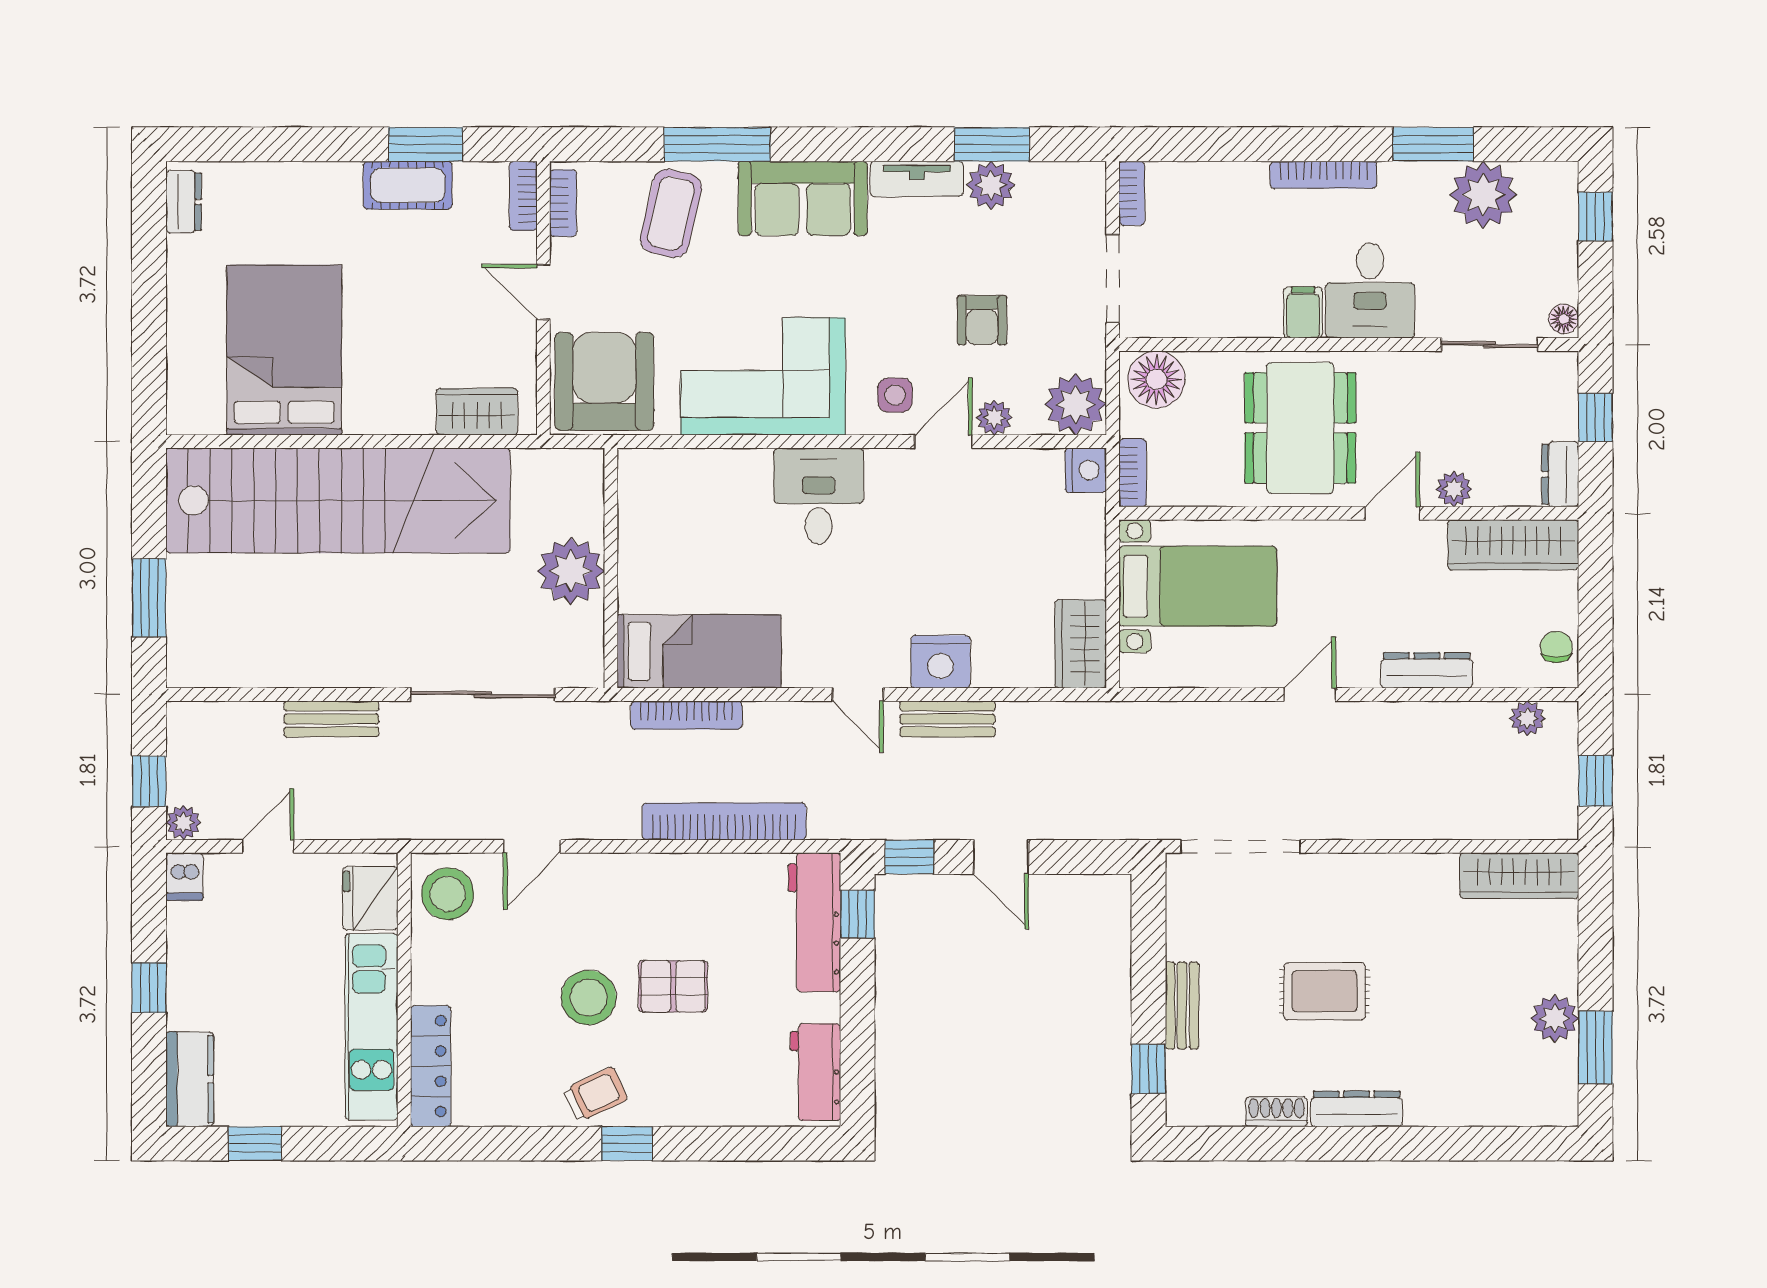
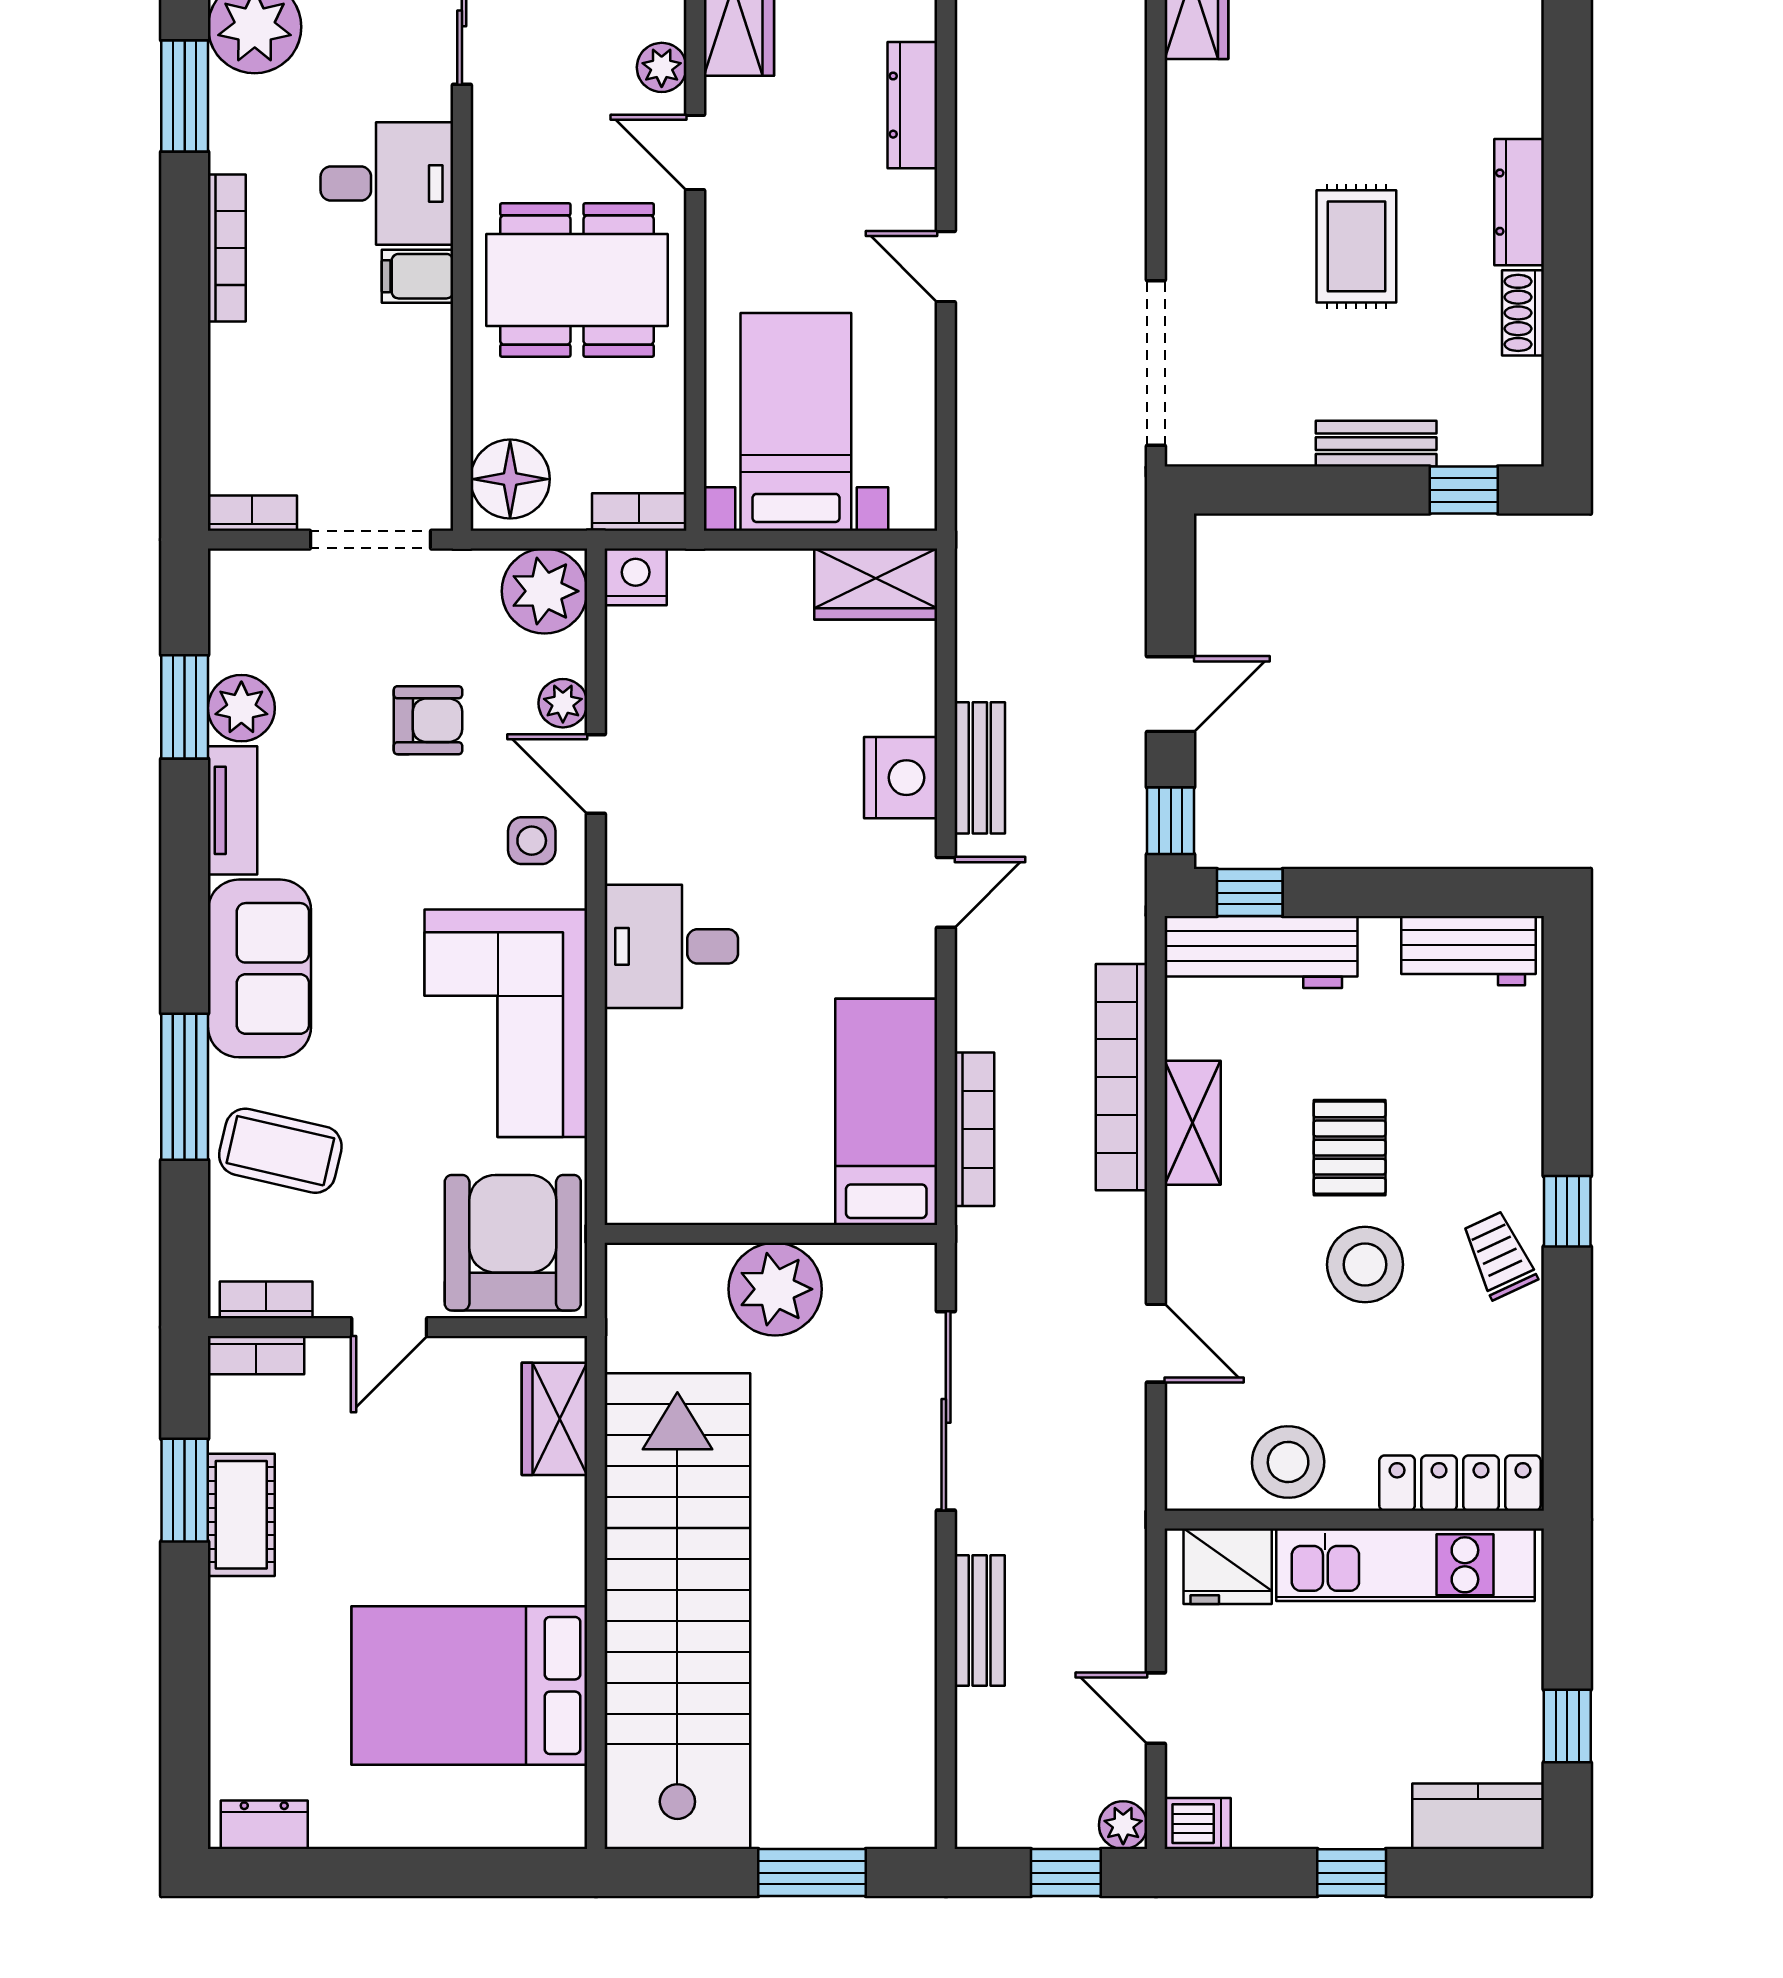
armchair: (604, 381) -> (513, 1243), turned 90
shelving: (691, 873) -> (1193, 1123), added
stool: (448, 894) -> (1288, 1462), moved

